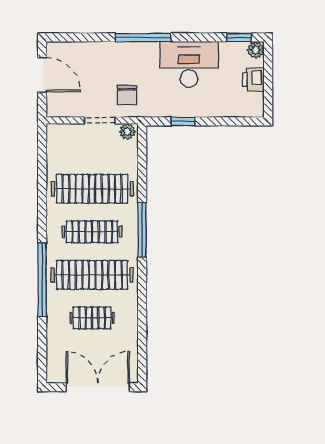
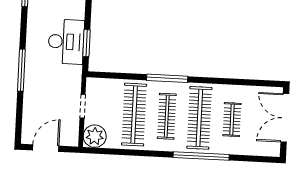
desk: (189, 64) -> (66, 42), moved, turned 180
chair: (127, 95) -> (64, 85), removed
window: (183, 121) -> (87, 43), width x1.50
plant: (127, 131) -> (95, 136), moved, width x1.88, depth x1.88

